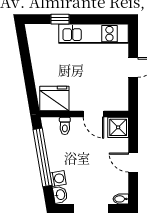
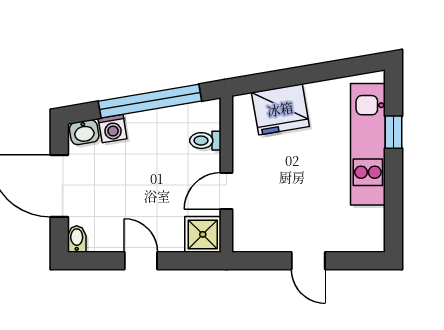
kitchen unit: (94, 34) -> (368, 144), moved
fridge: (54, 99) -> (280, 109), moved, turned 80
door: (133, 162) -> (141, 261), hinge flipped

